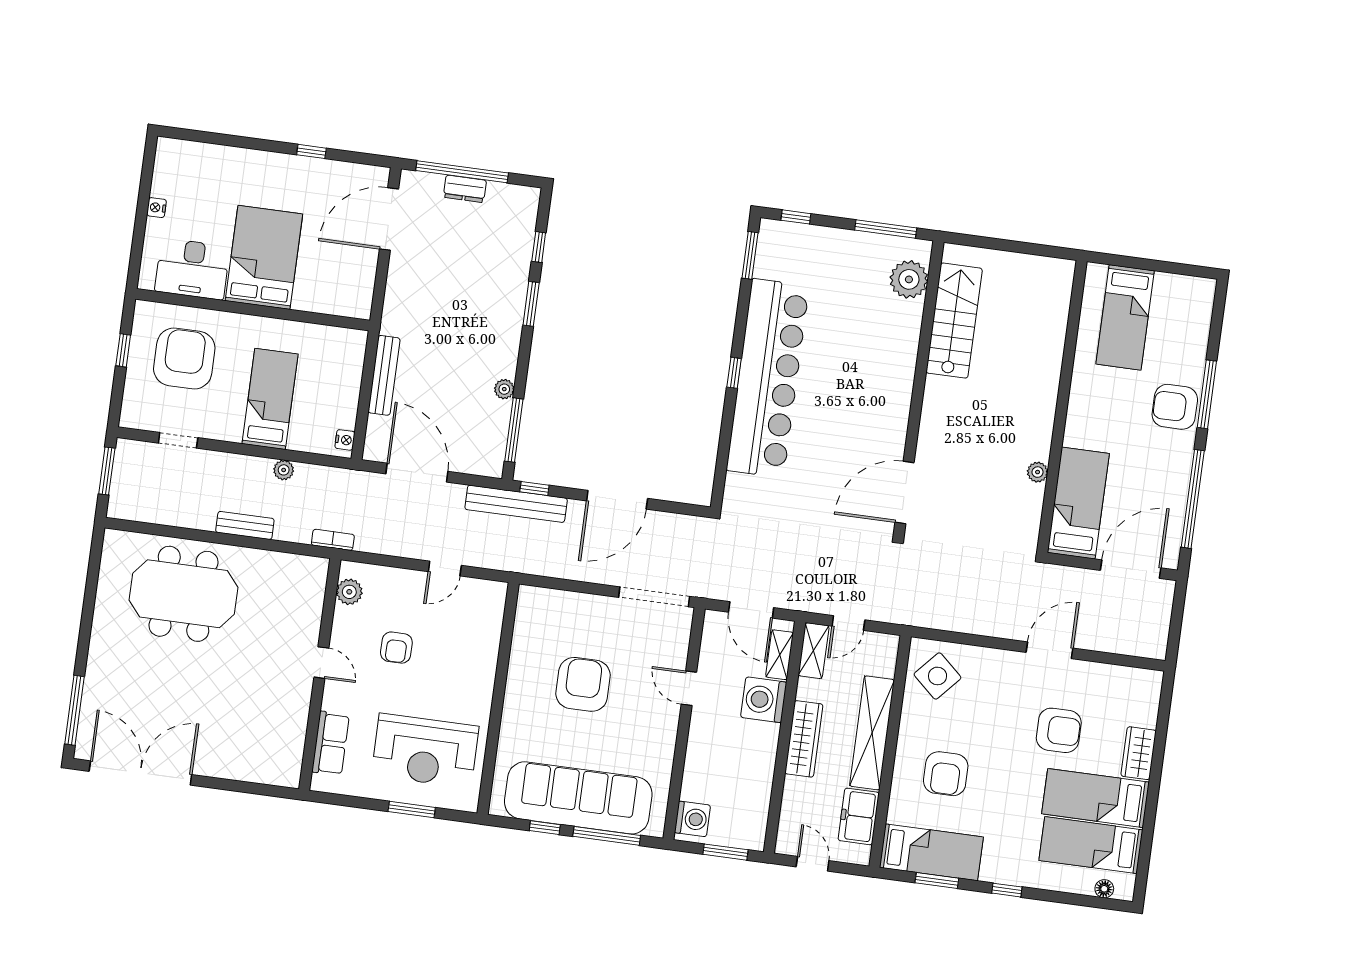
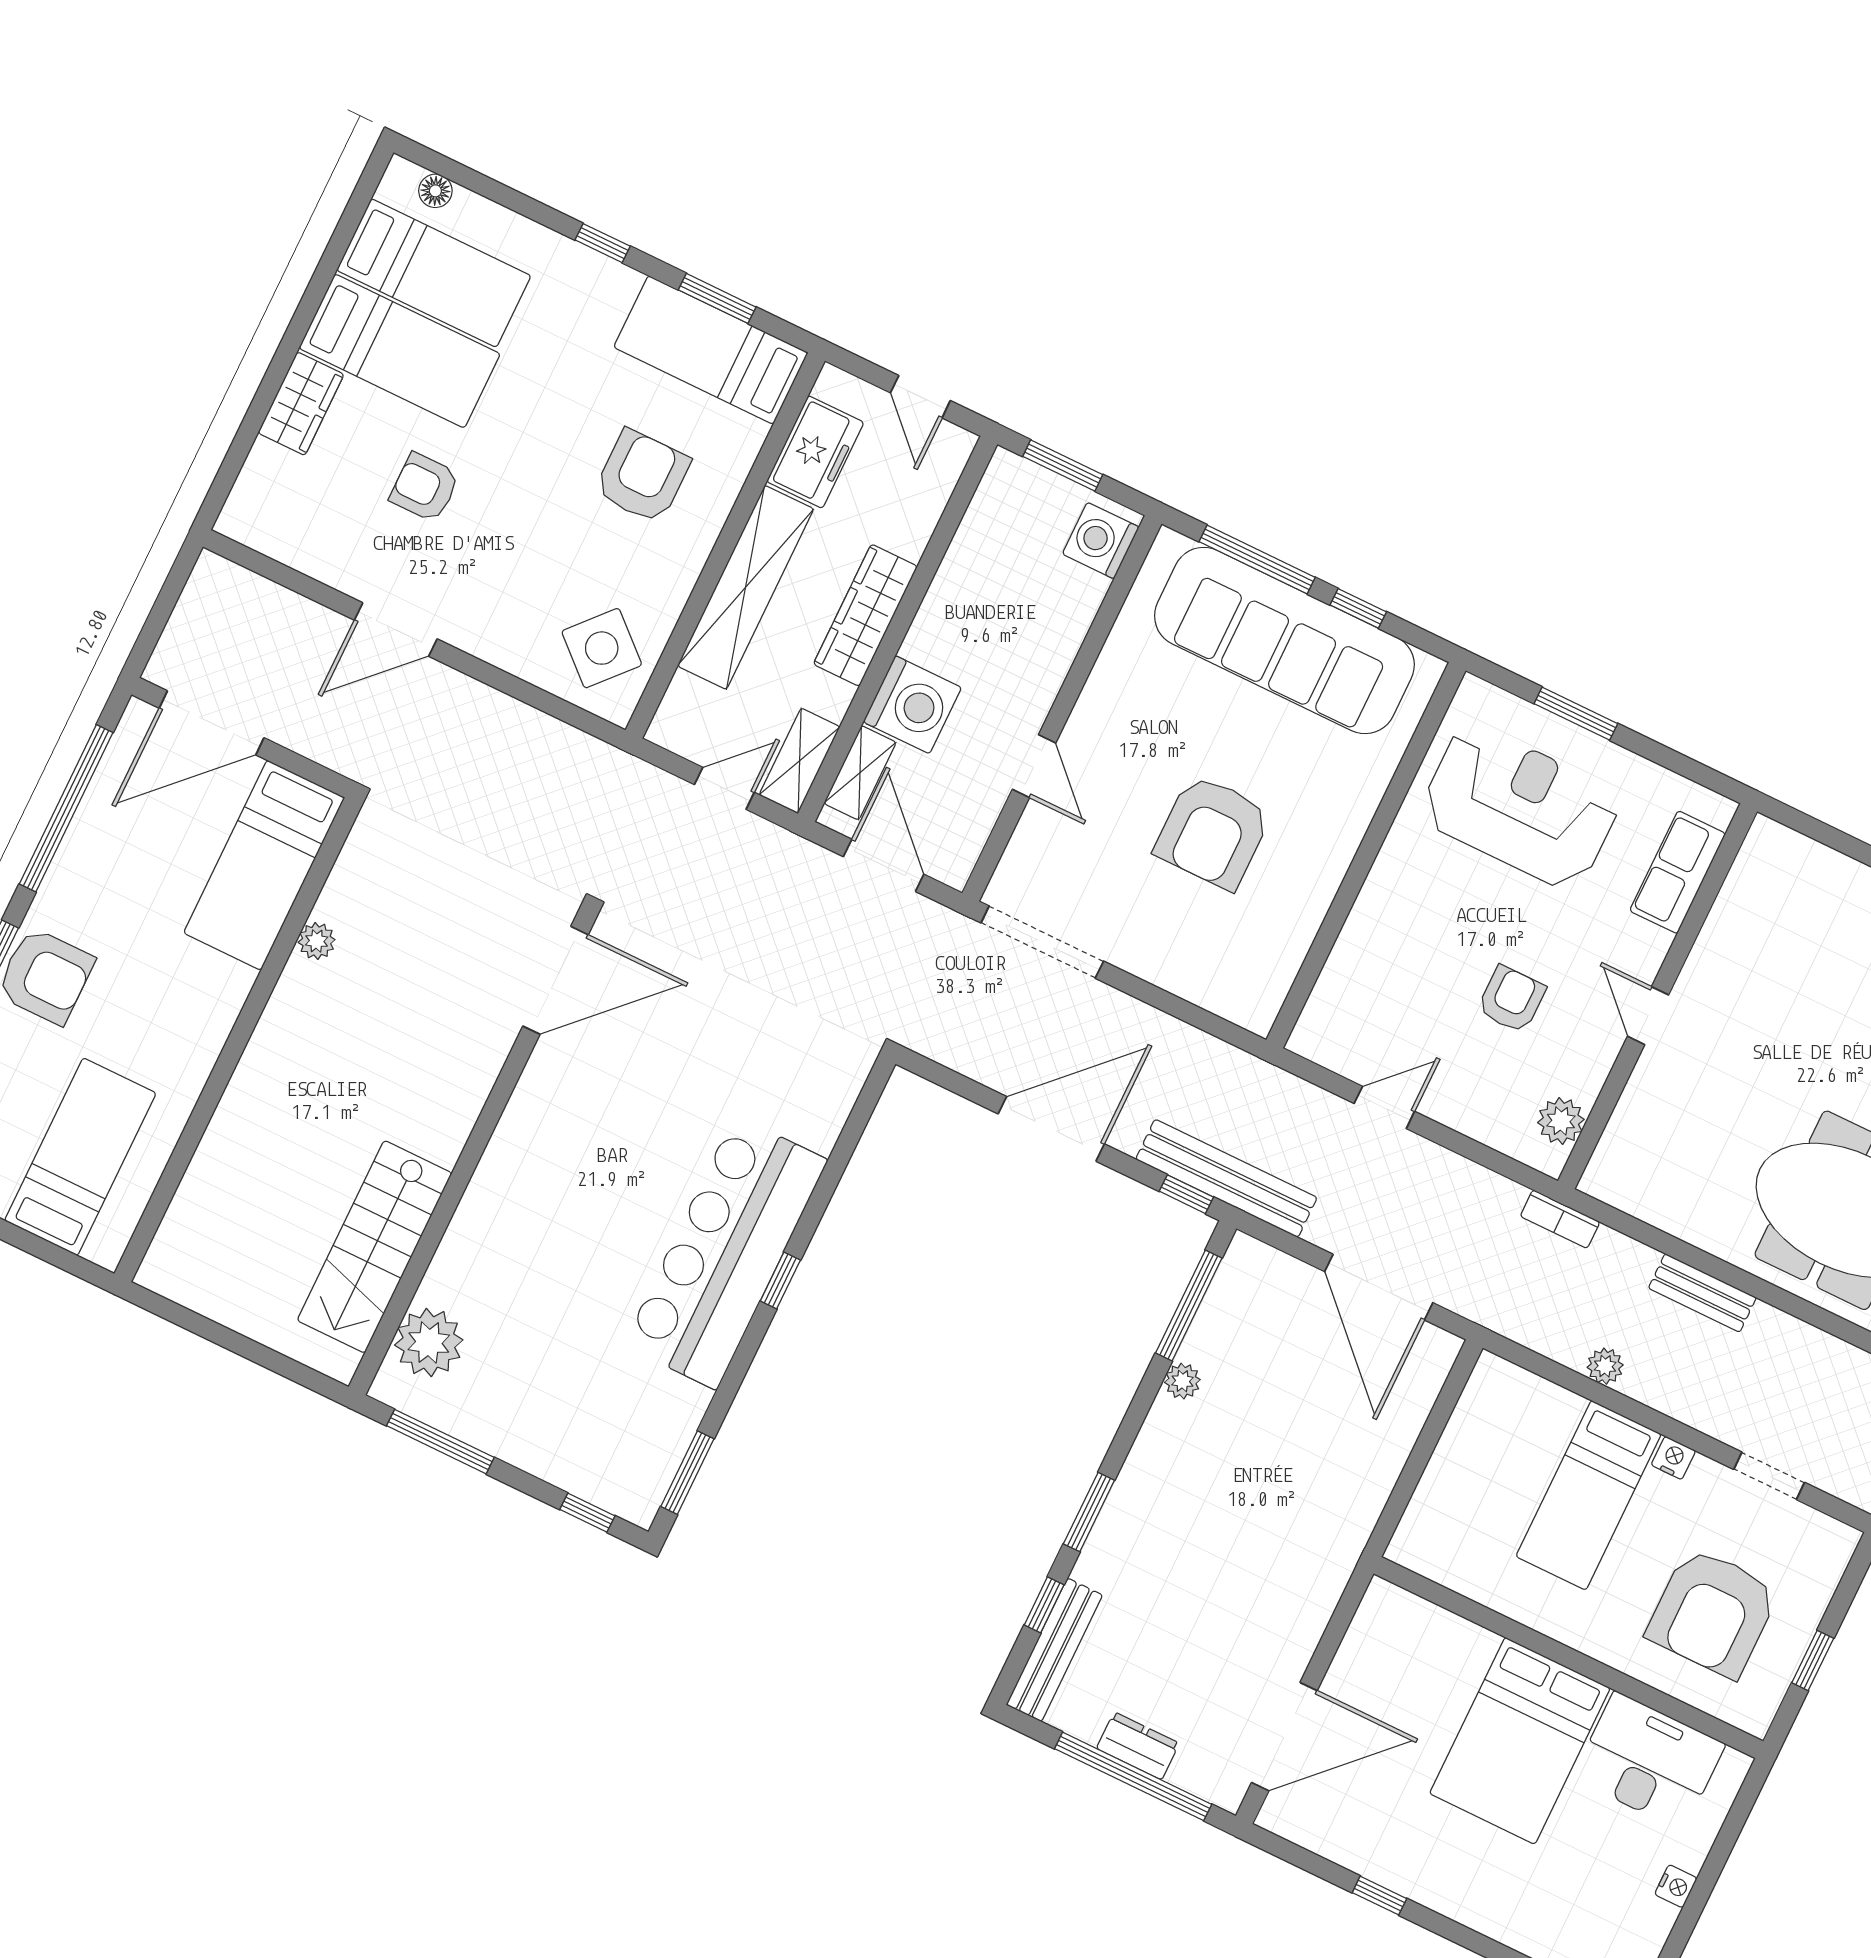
bench: (384, 375) -> (1054, 1650), moved
bar counter: (768, 378) -> (726, 1253), width x0.73
nightstand: (345, 440) -> (1673, 1458), moved, turned 90
armchair: (1059, 730) -> (425, 487), width x0.72, depth x0.72

